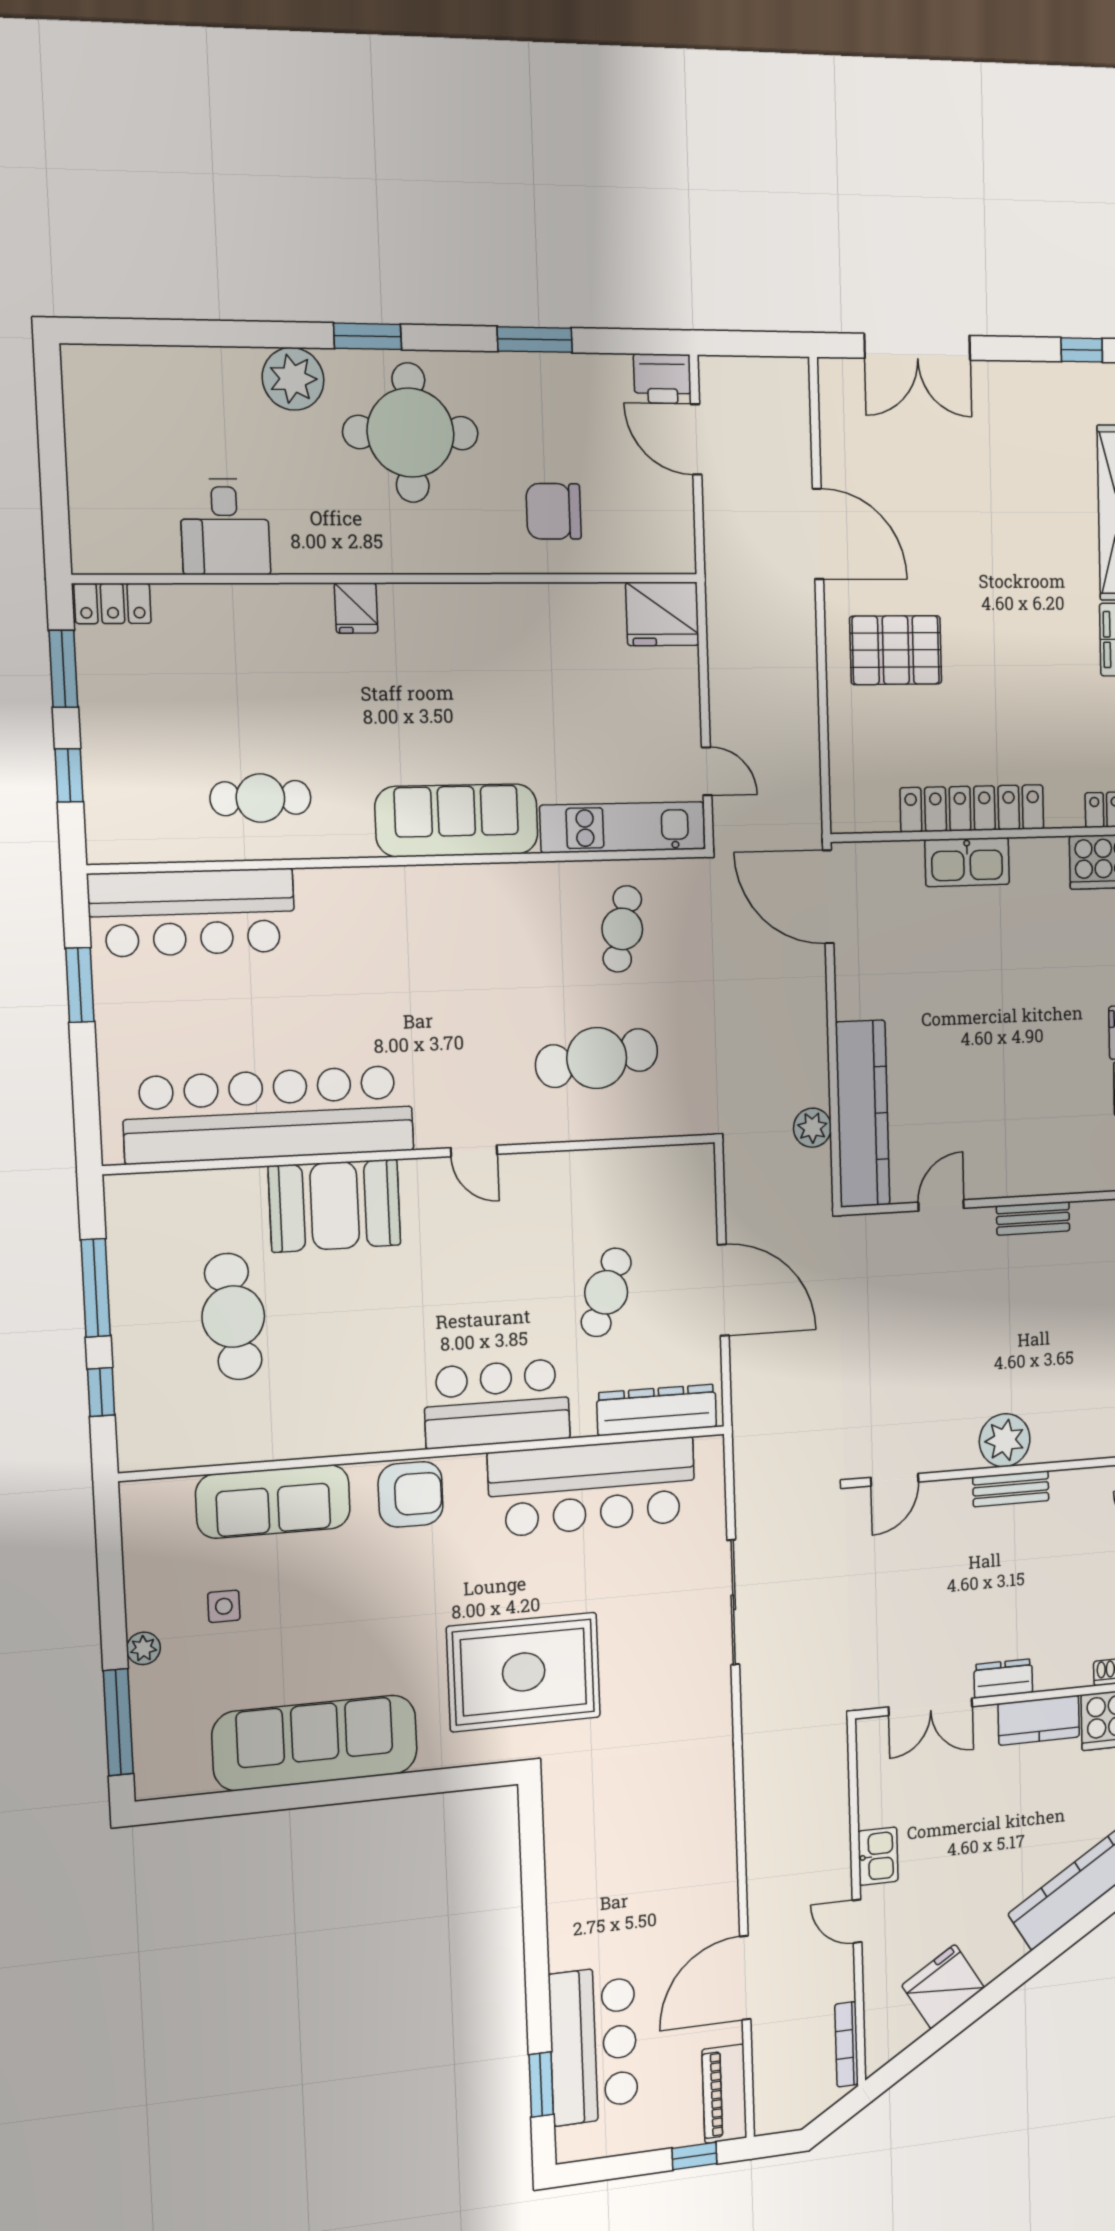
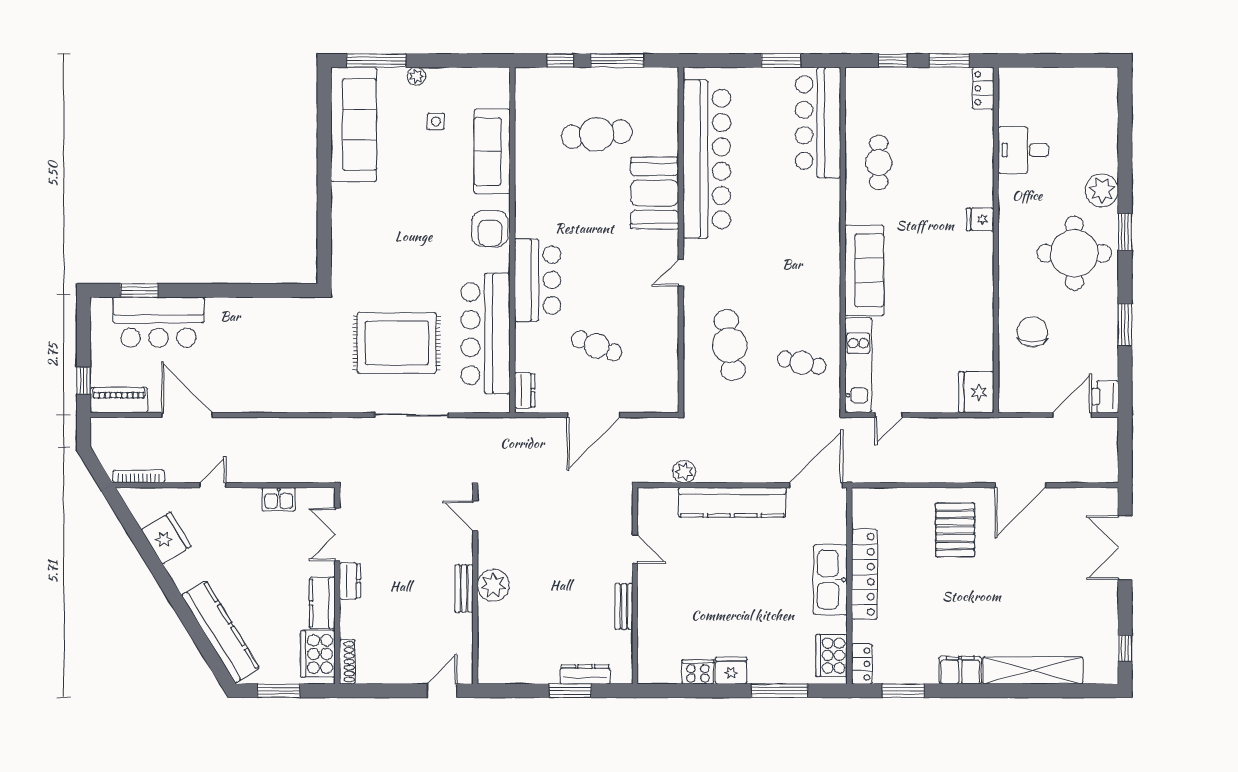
kitchen sink: (967, 862) -> (830, 580), width x1.36, depth x1.24
kitchen counter: (863, 1114) -> (732, 502), moved
dresser: (657, 1410) -> (525, 390), width x0.51, depth x0.80
rug: (524, 1672) -> (397, 343), moved, turned 90
sofa: (315, 1743) -> (354, 124), moved
kitchen sink: (878, 1856) -> (279, 499), moved

